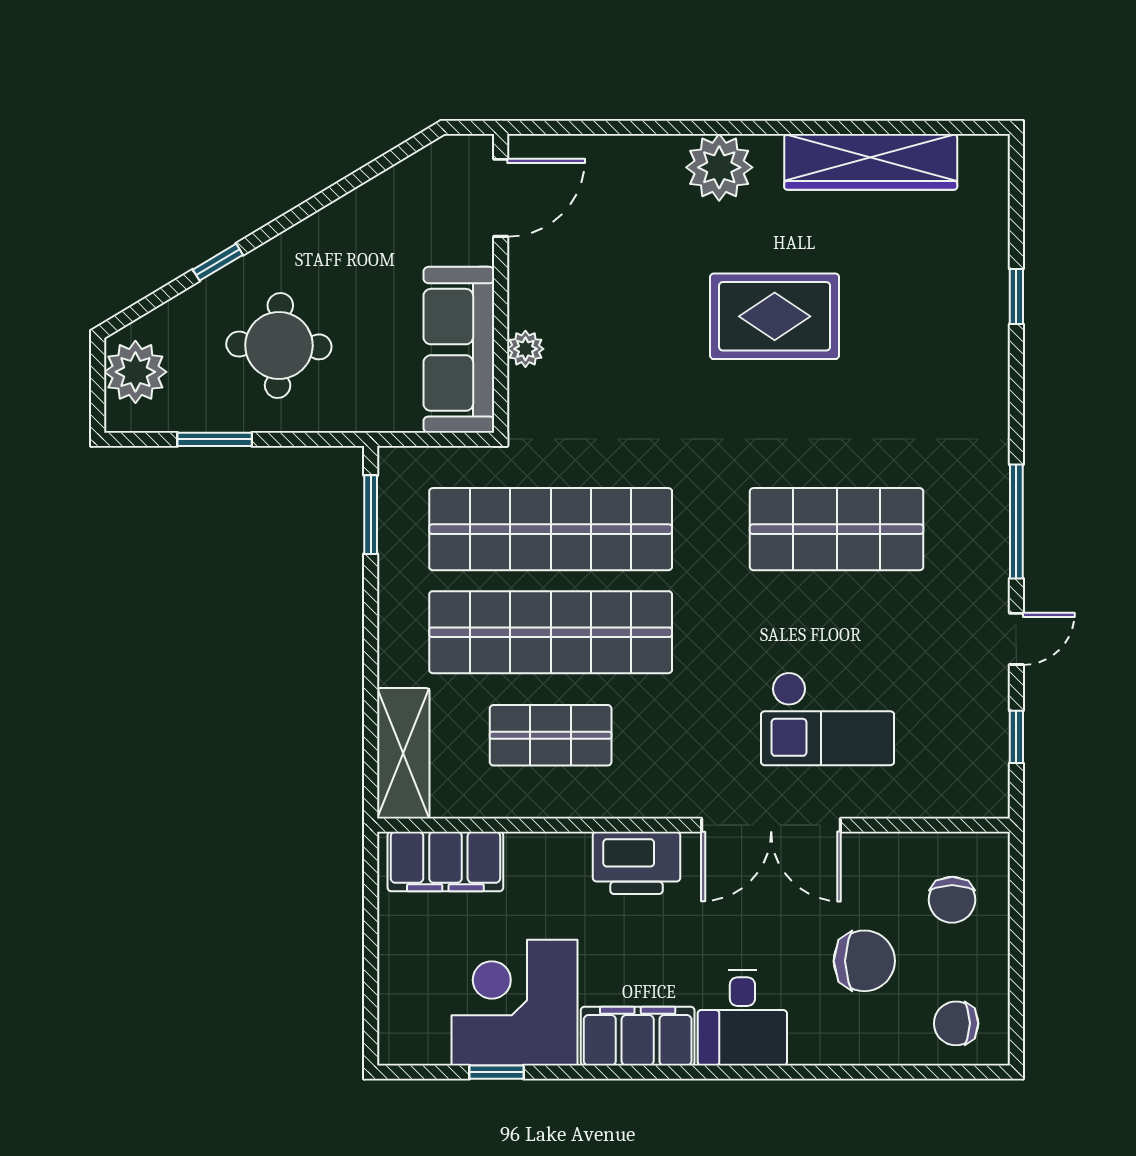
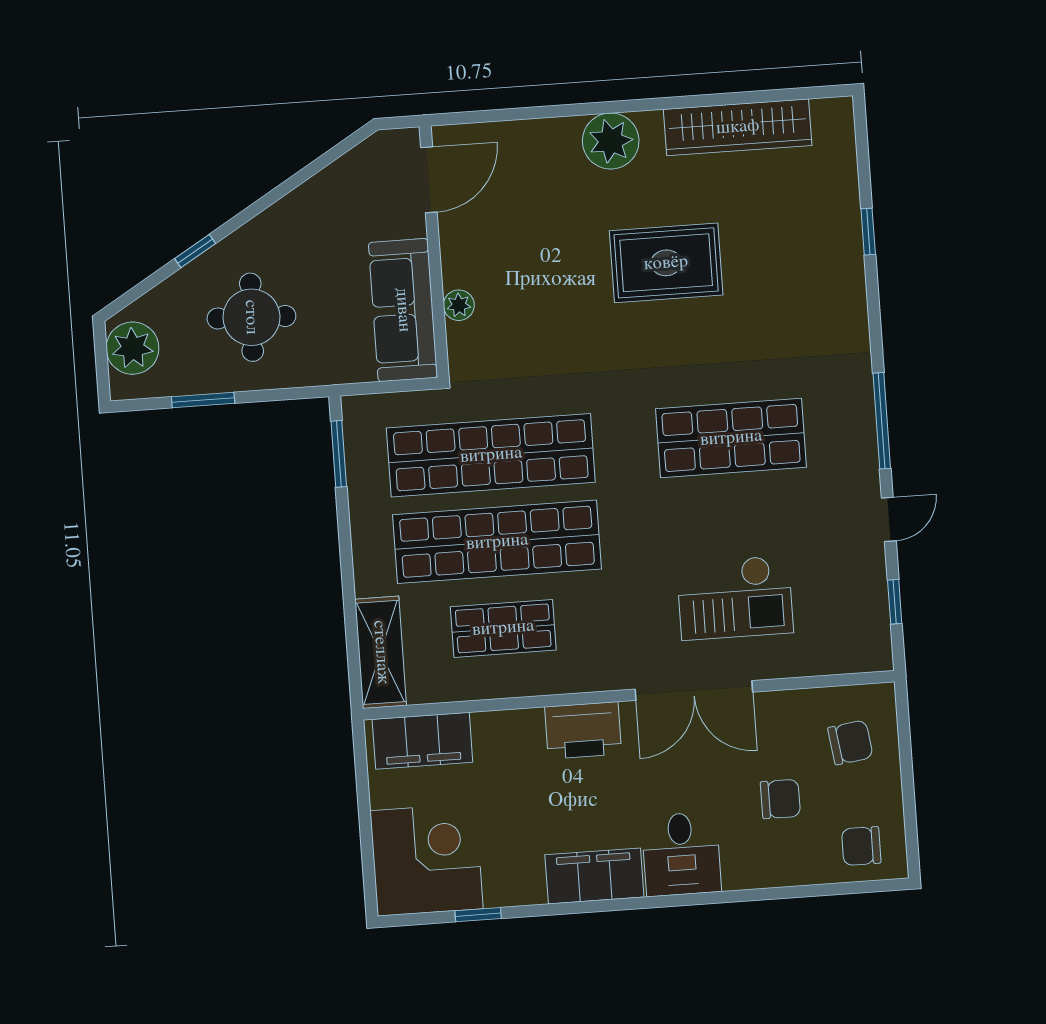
chair: (952, 900) -> (850, 742), turned -98
chair: (864, 961) -> (780, 799), width x0.73, depth x0.73
corner desk: (514, 1003) -> (427, 860), moved, turned 90

